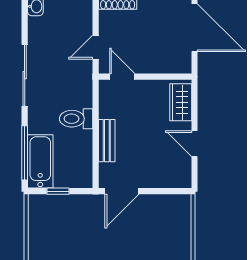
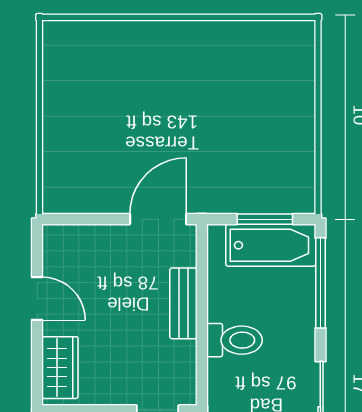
bathtub: (40, 161) -> (271, 245), moved, turned -90
window: (58, 191) -> (265, 219), width x1.50

